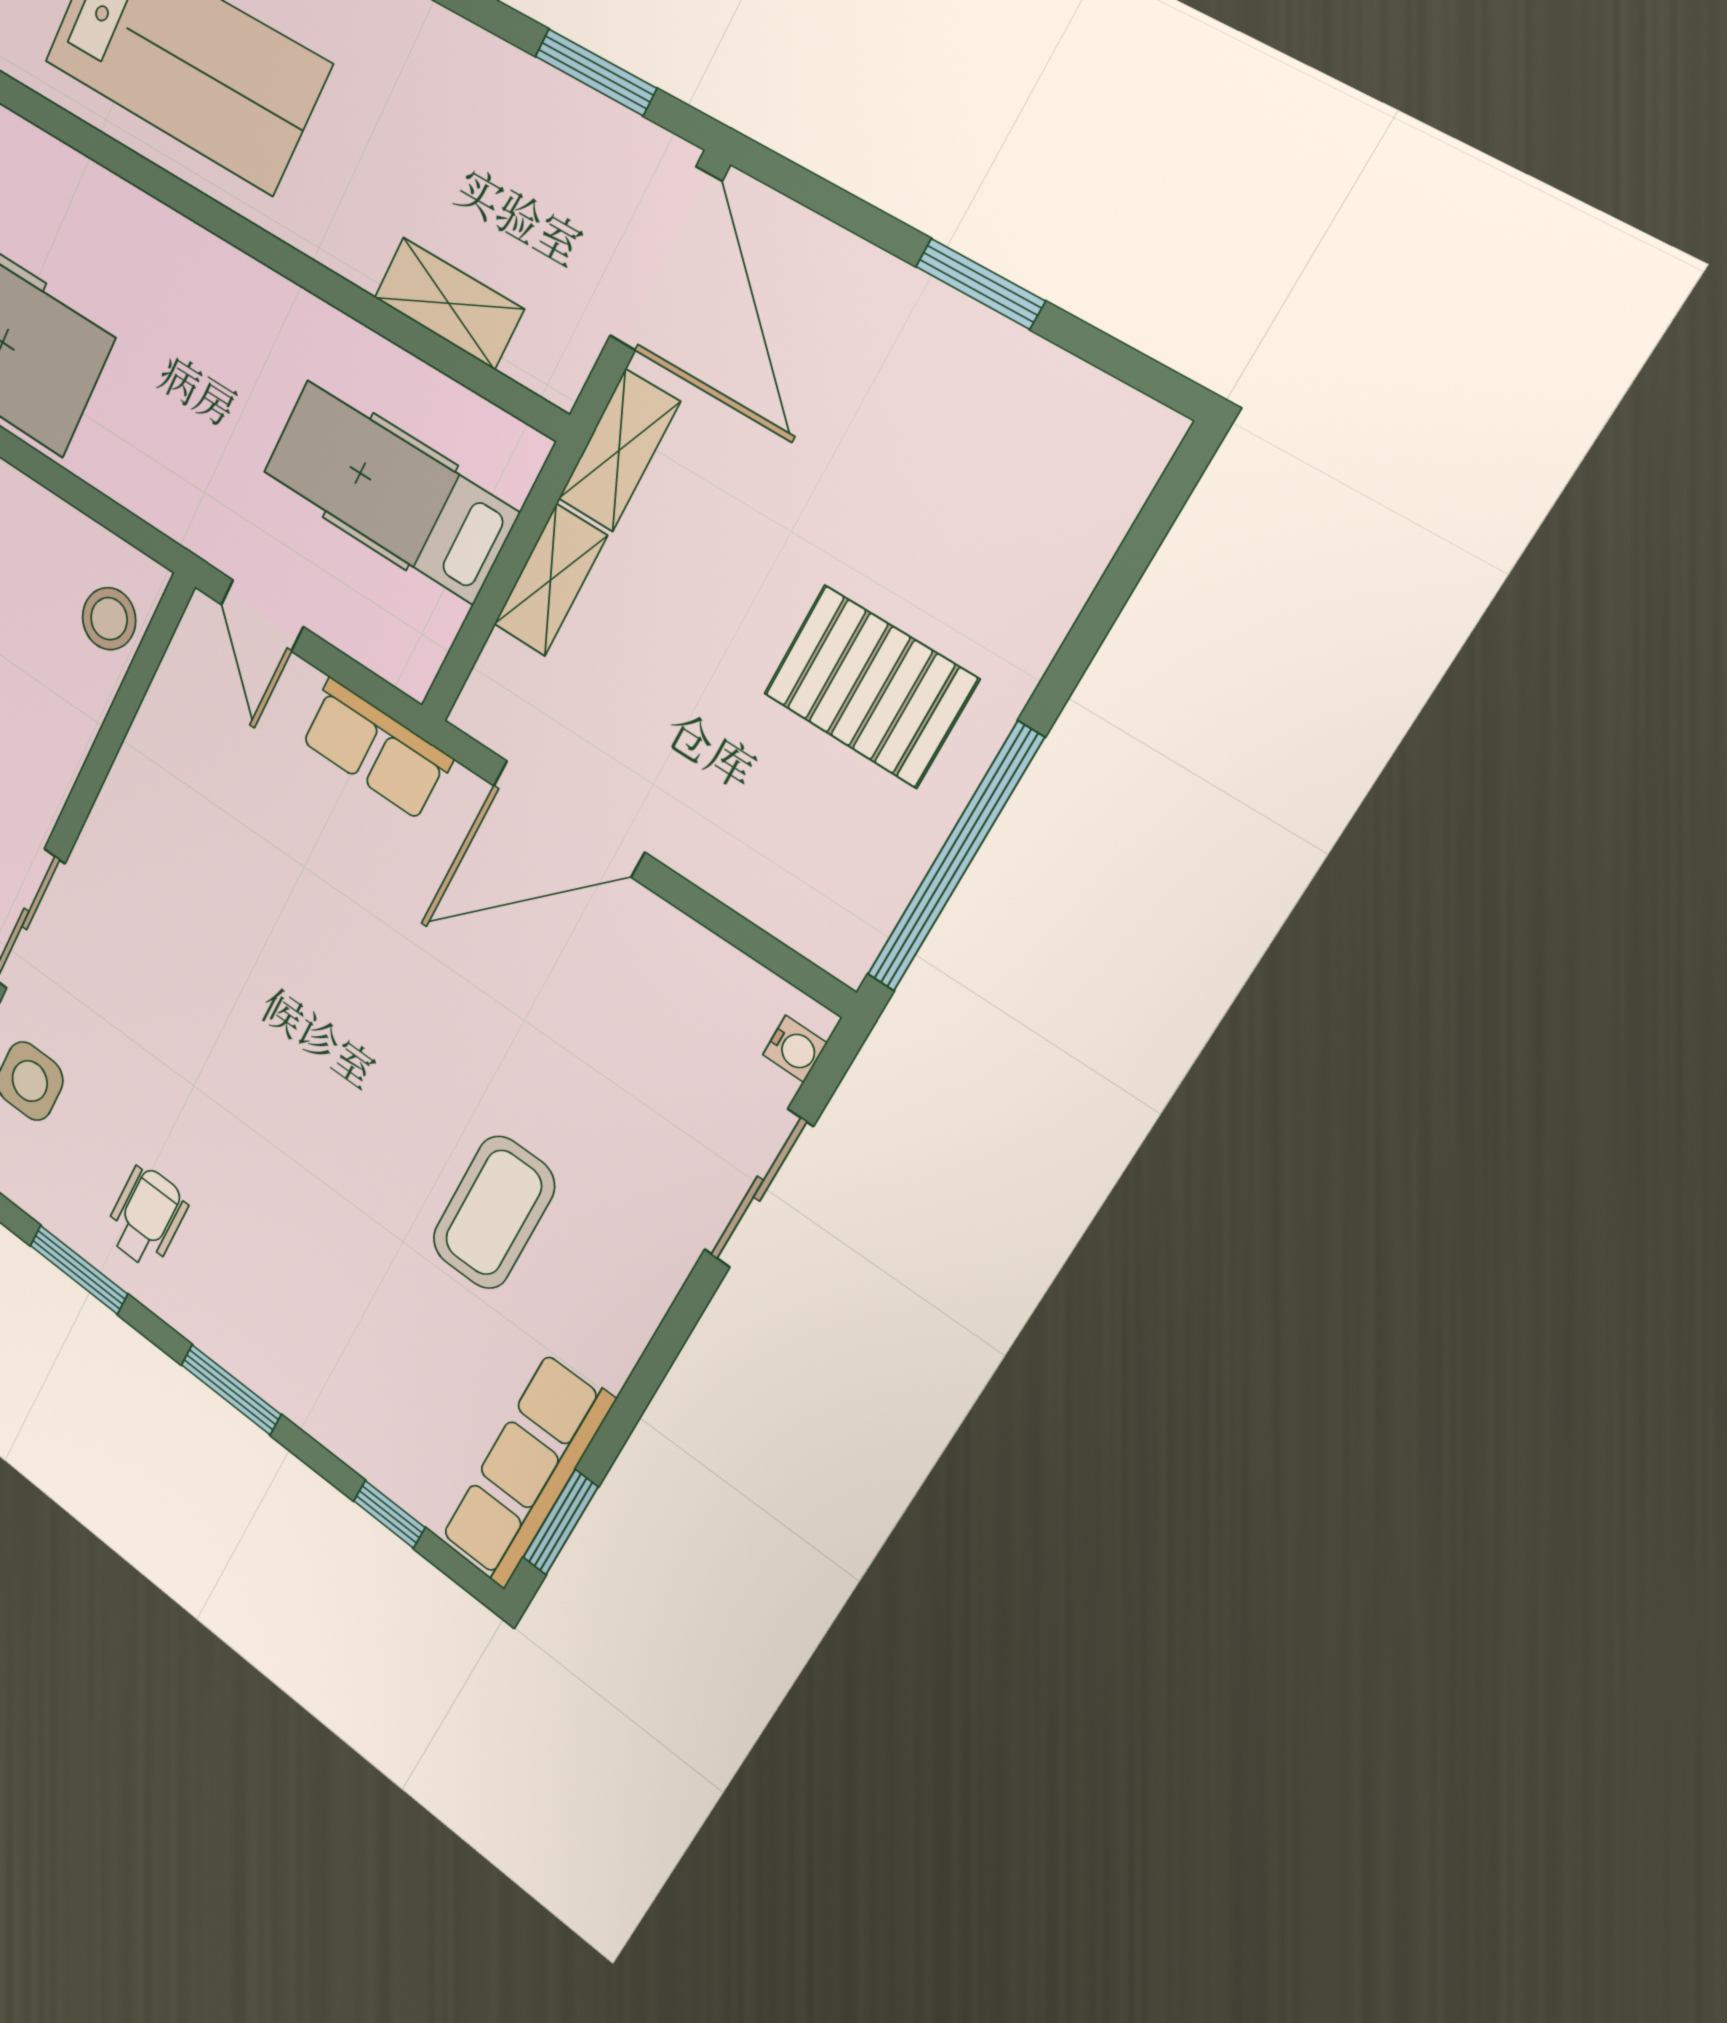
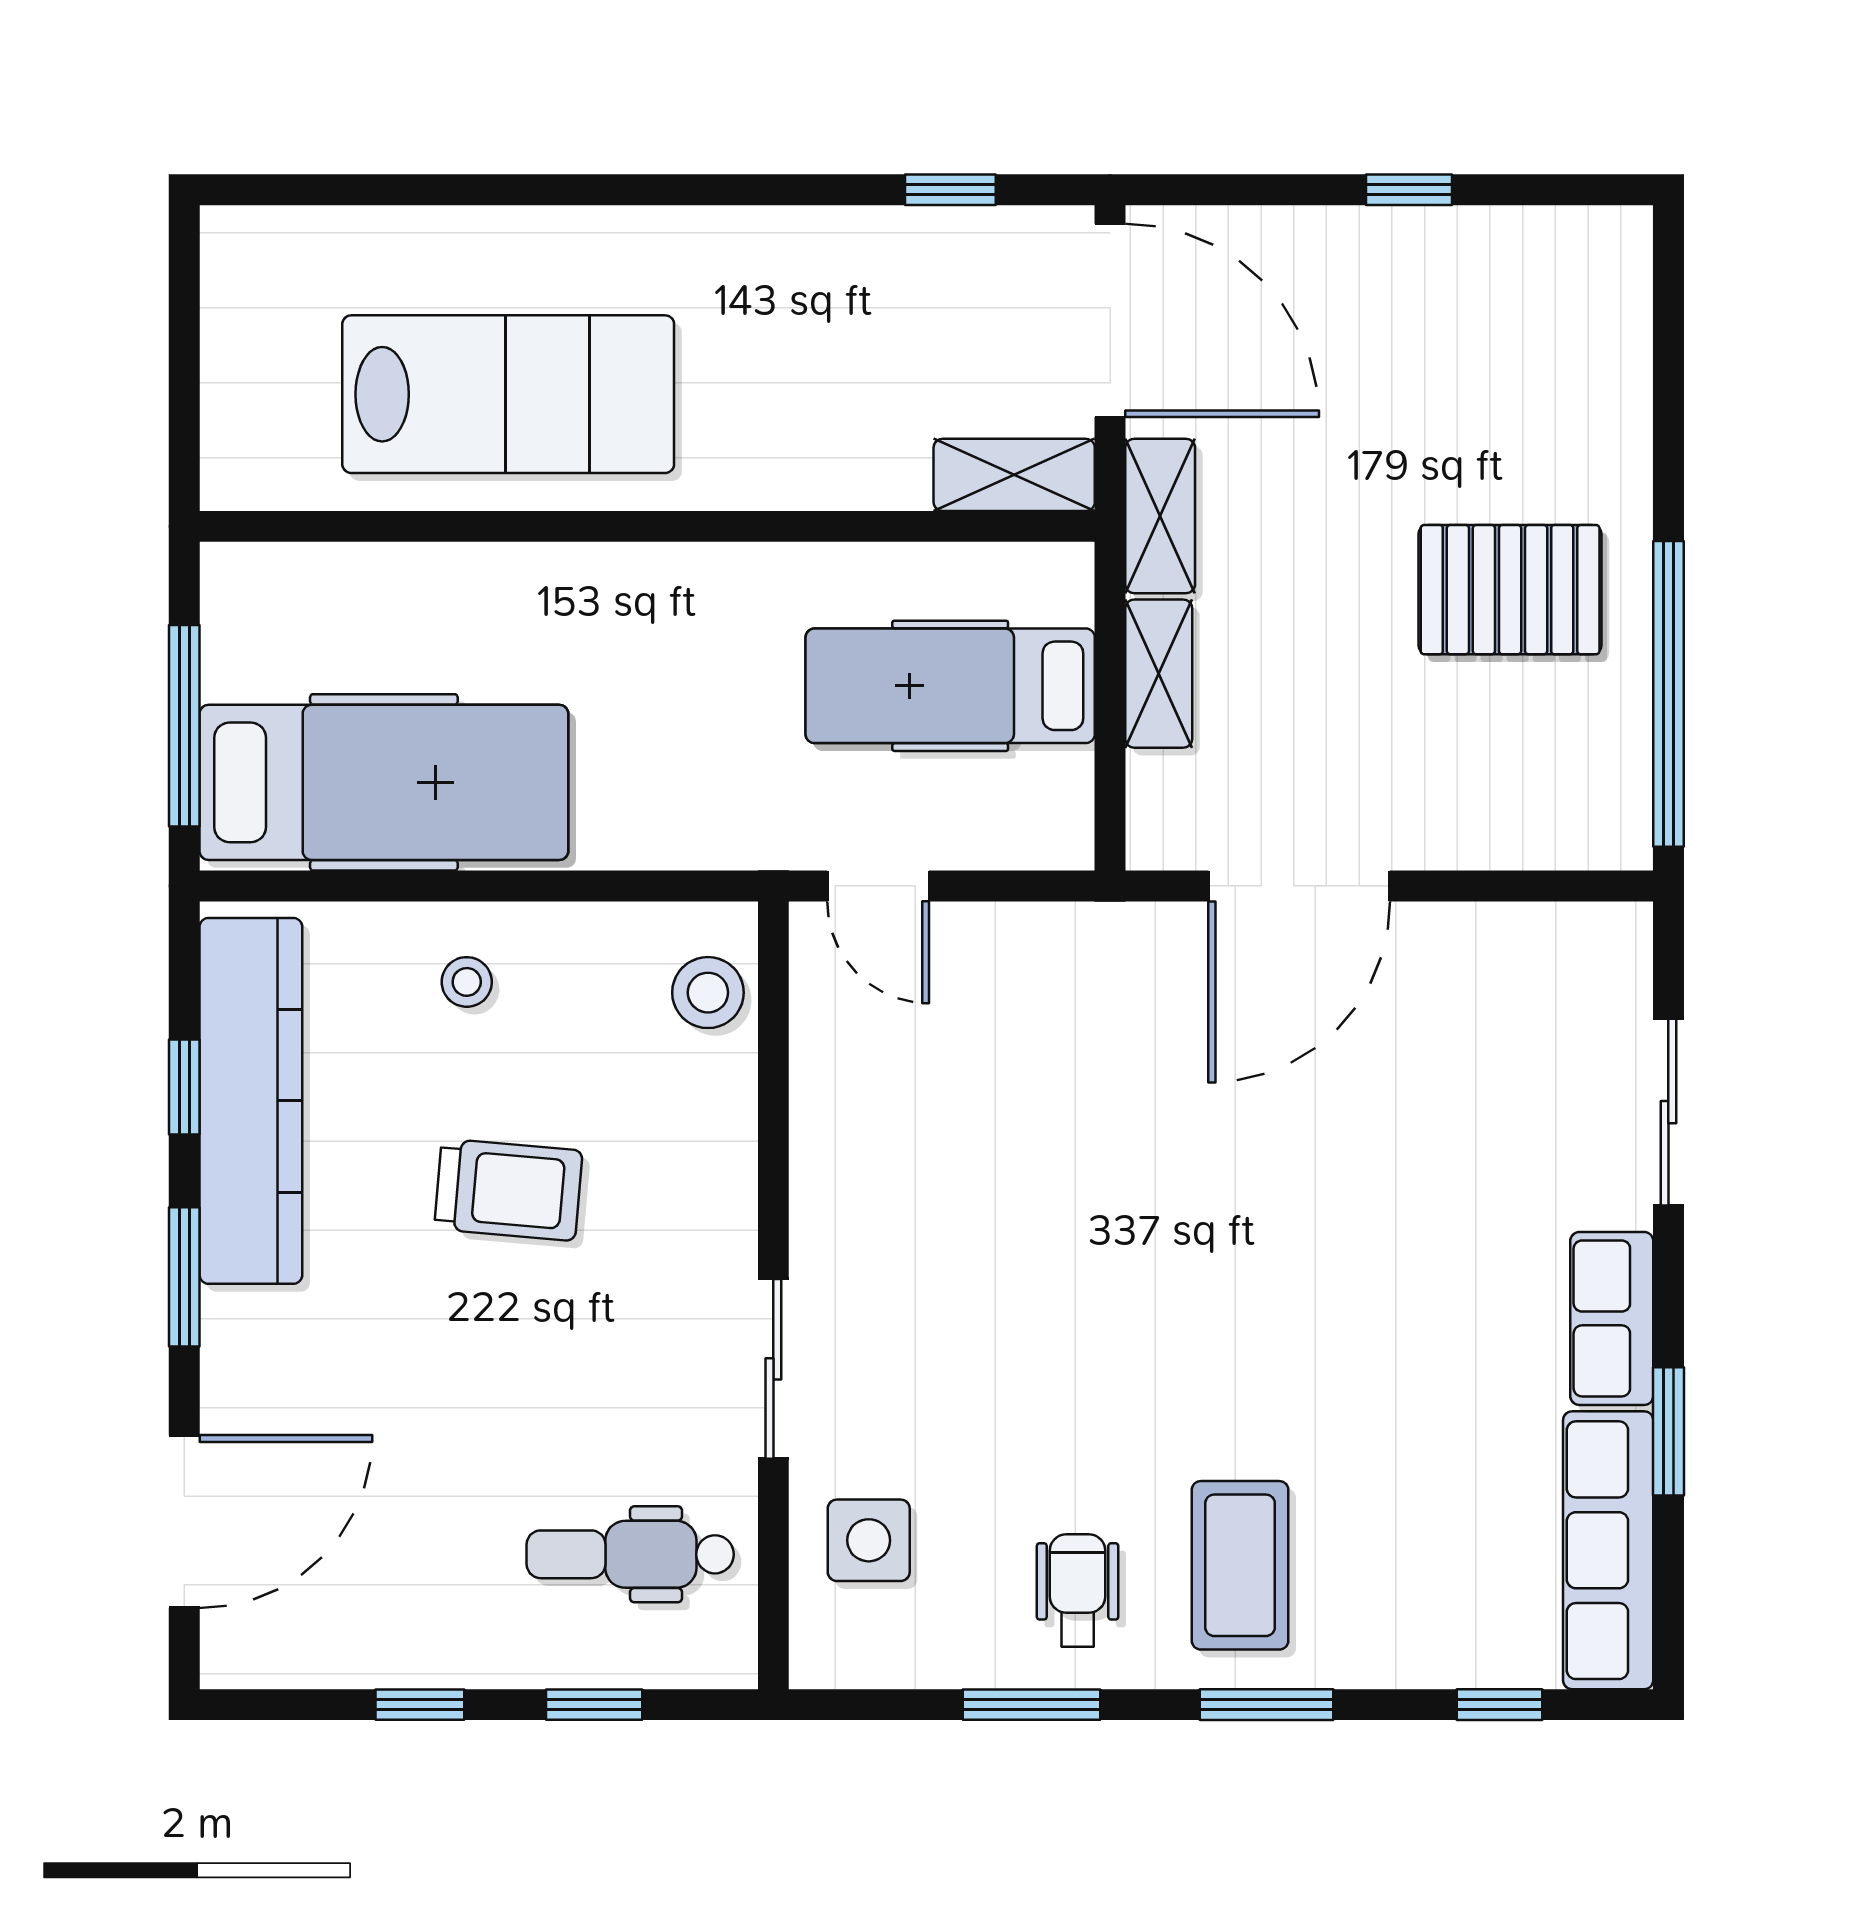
window: (596, 72) -> (950, 190), width x0.67
window: (980, 284) -> (1409, 190), width x0.67
shelving: (449, 303) -> (1014, 475), moved
row of seats: (375, 749) -> (1612, 1318), moved, turned 90
water cooler: (795, 1049) -> (1628, 959), removed
coffee table: (494, 1212) -> (1240, 1565), moved
window: (560, 1522) -> (1668, 1431), moved

